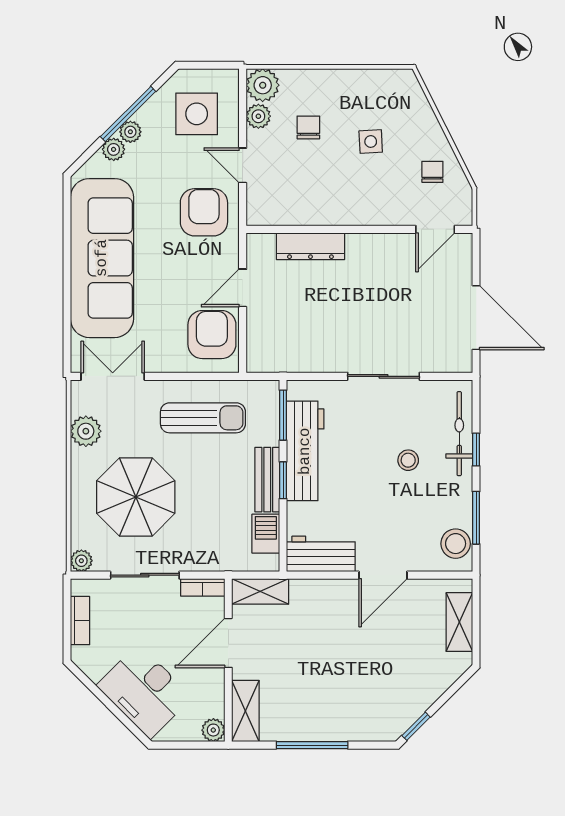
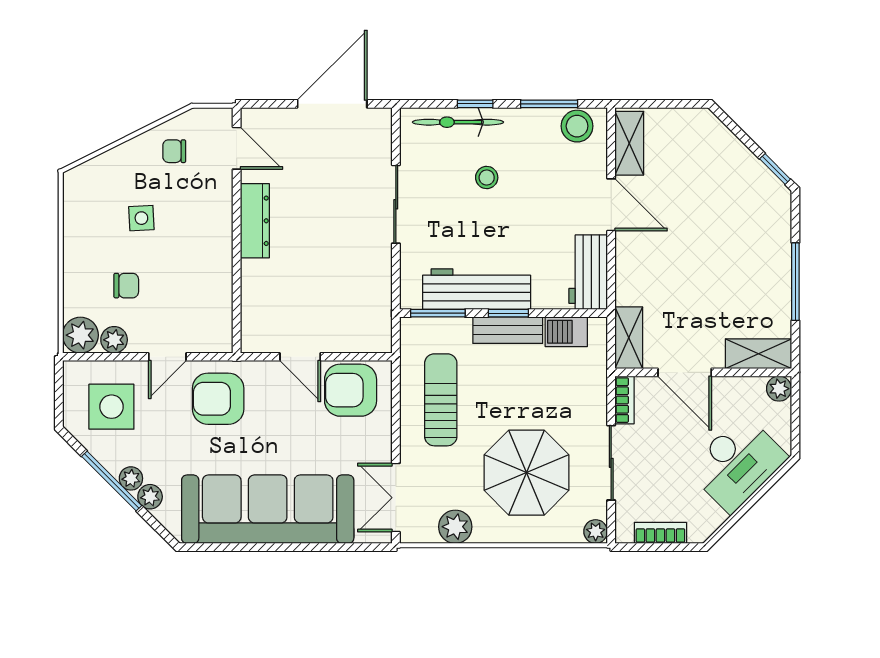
chair: (308, 127) -> (126, 286), turned 180
dresser: (310, 246) -> (255, 221), moved
shelving: (459, 622) -> (629, 143), moved, turned 90

